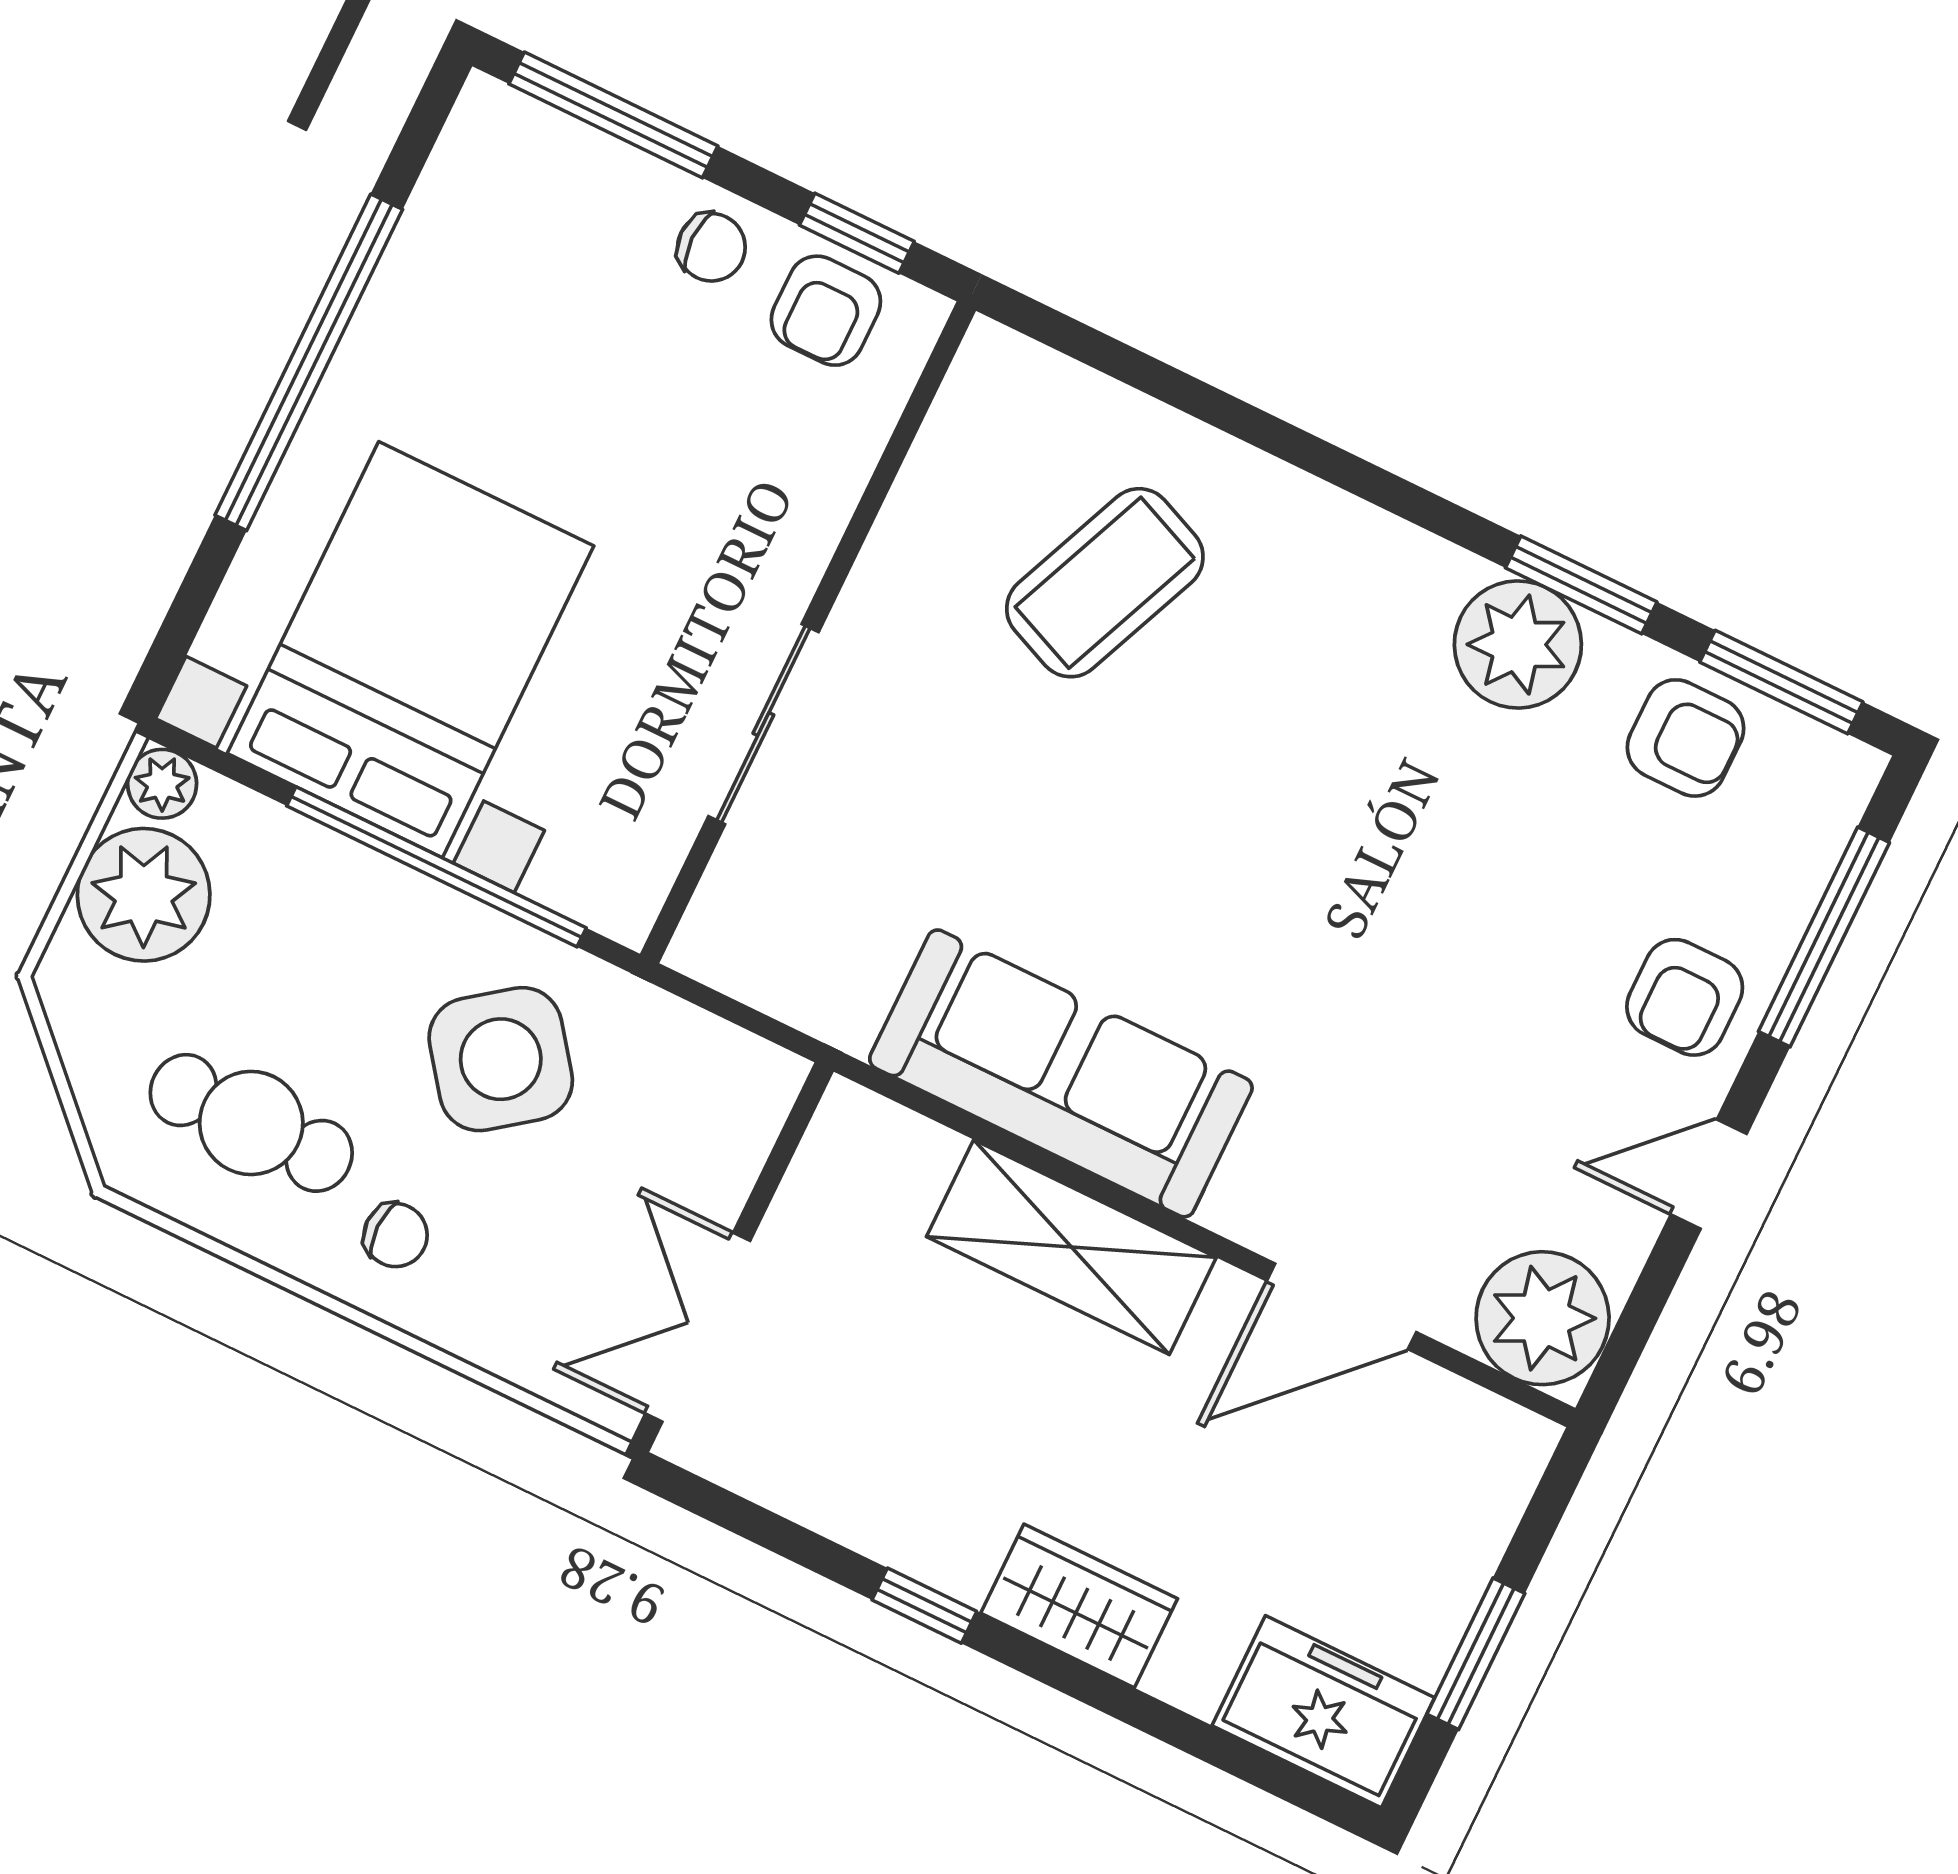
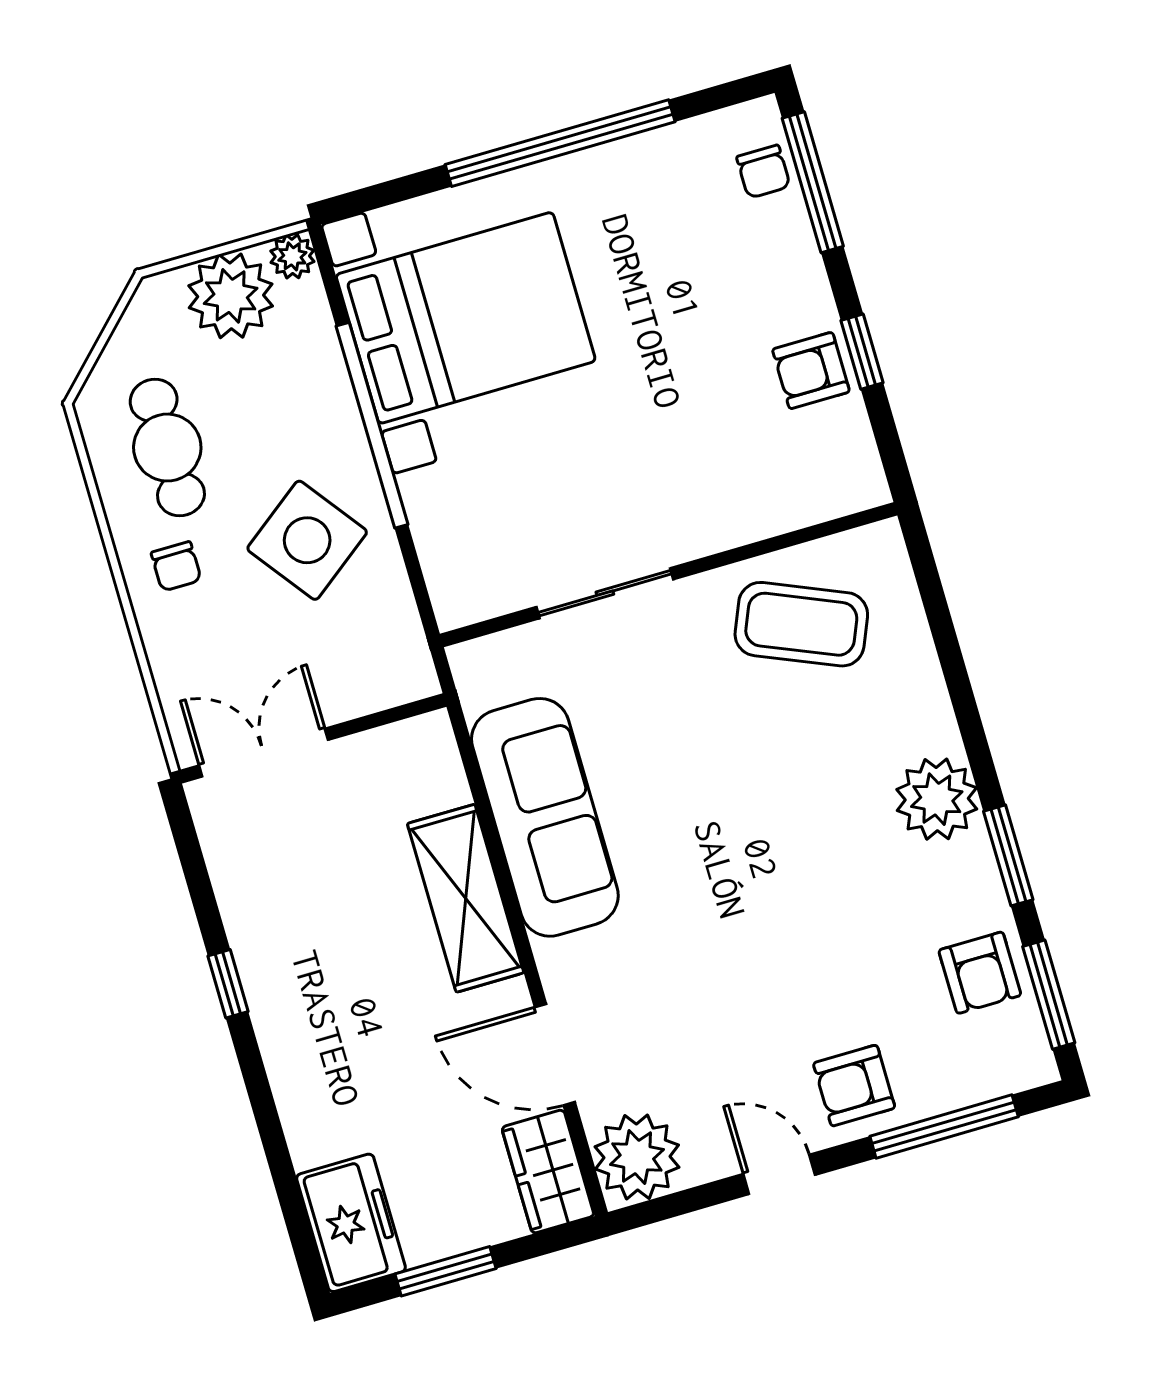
chair: (711, 247) -> (763, 172), moved
wall: (808, 632) -> (669, 575), moved
plant: (1518, 645) -> (937, 799), moved
sliding door: (763, 724) -> (605, 593), moved
wardrobe: (1079, 1606) -> (548, 1172), moved, turned 180

